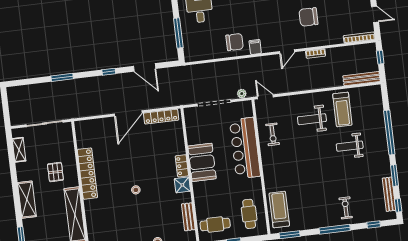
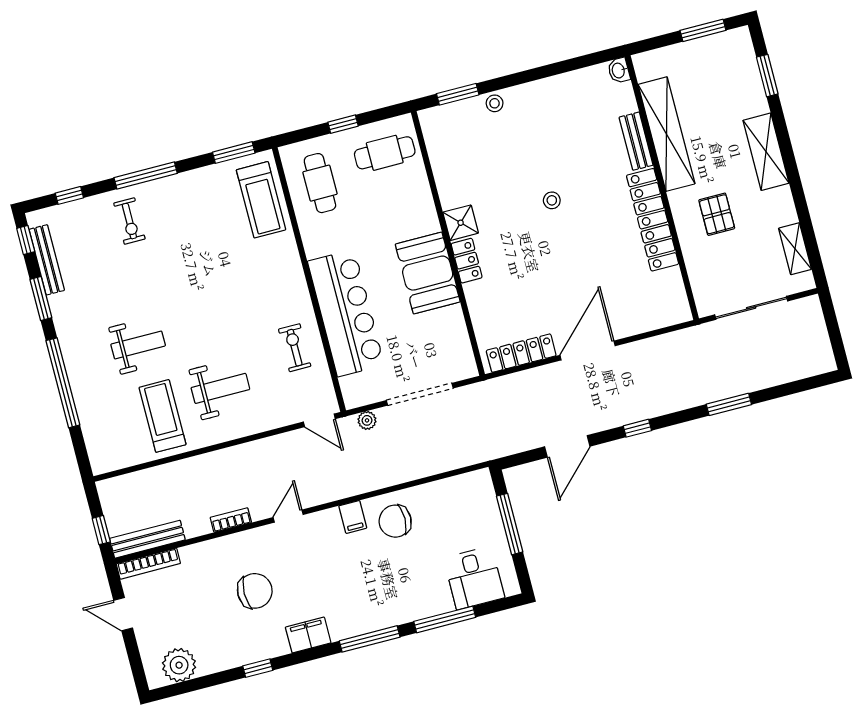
door: (145, 67) -> (567, 446), swing flipped
bench: (362, 79) -> (147, 539), moved
bench: (188, 217) -> (636, 141), moved

